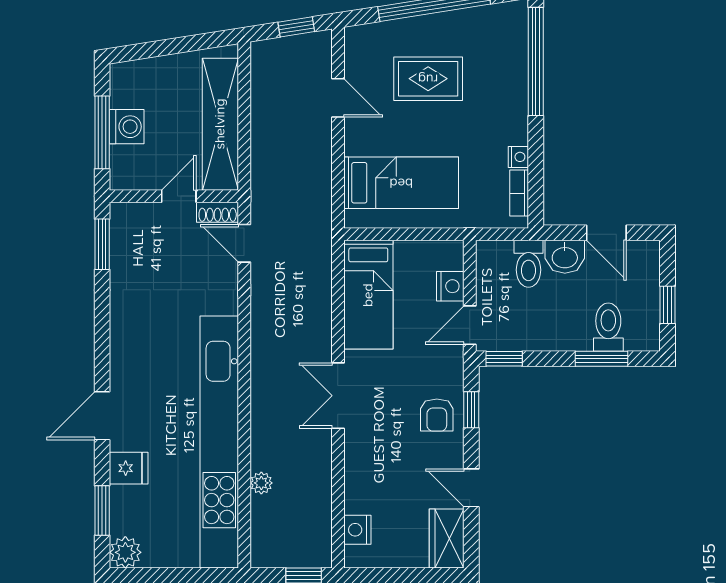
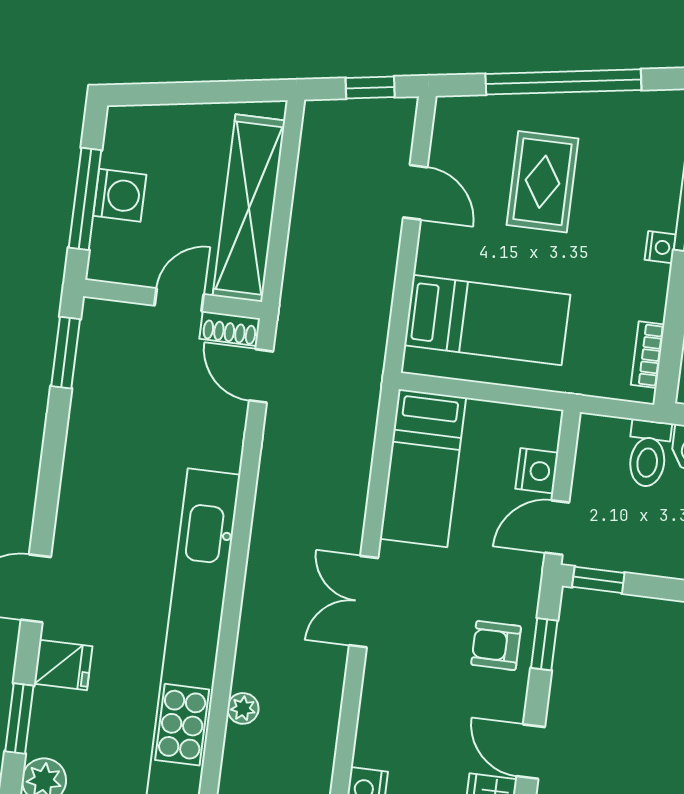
rug: (428, 79) -> (543, 182), turned 90
nightstand: (518, 157) -> (660, 247), moved
armchair: (437, 415) -> (496, 645), turned 90

